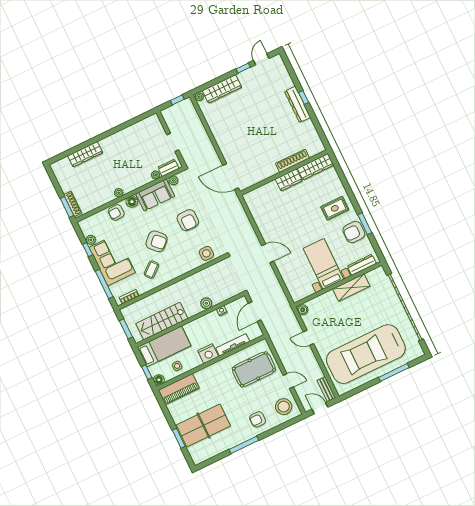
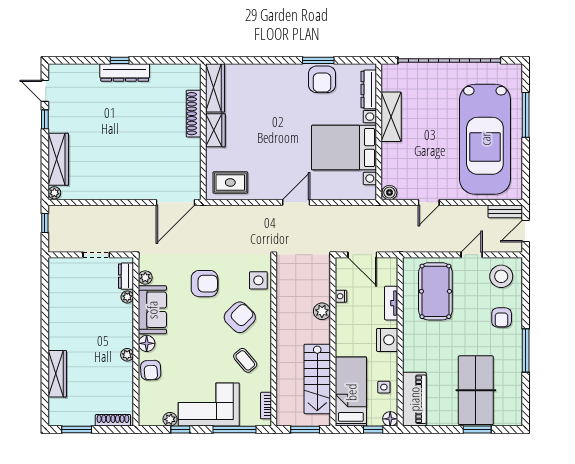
window: (67, 207) -> (77, 430), moved
rug: (335, 208) -> (230, 182), moved, turned 90
armchair: (157, 241) -> (240, 317), moved
bed with nightstands: (323, 264) -> (344, 148), width x1.36
tv unit: (233, 345) -> (391, 303), width x0.71

